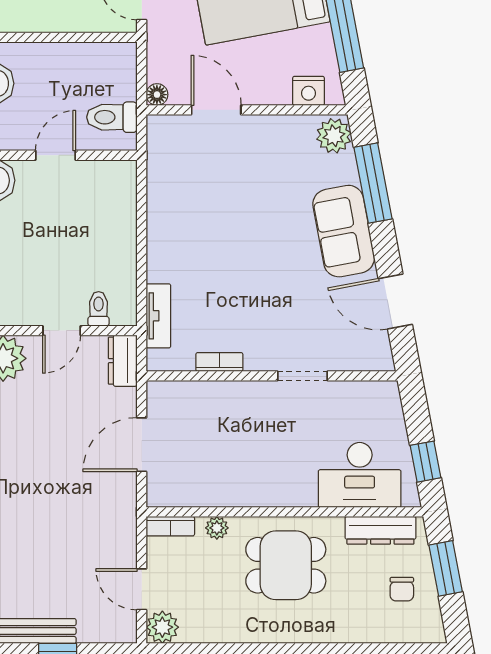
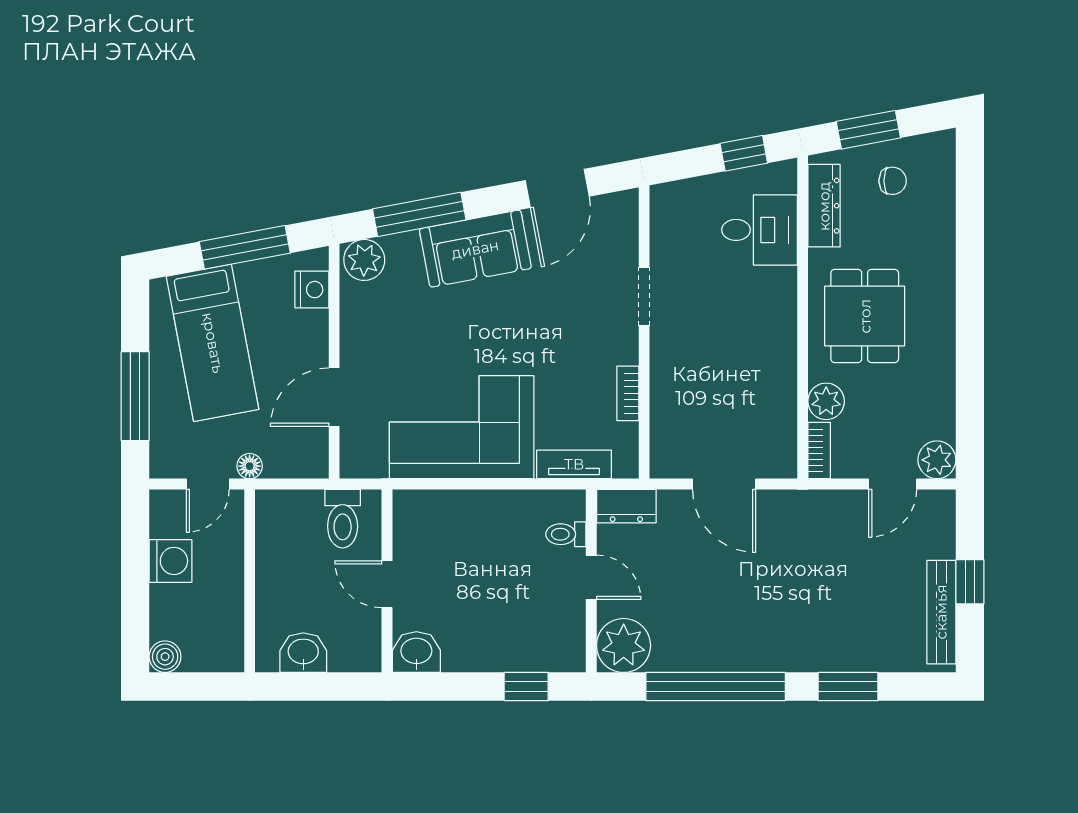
floor lamp: (157, 95) -> (250, 466), moved
corner sofa: (190, 219) -> (462, 427), added
desk: (360, 475) -> (759, 230), width x0.73
plant: (217, 528) -> (826, 401), width x1.38, depth x1.38

